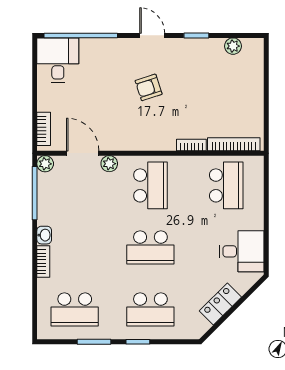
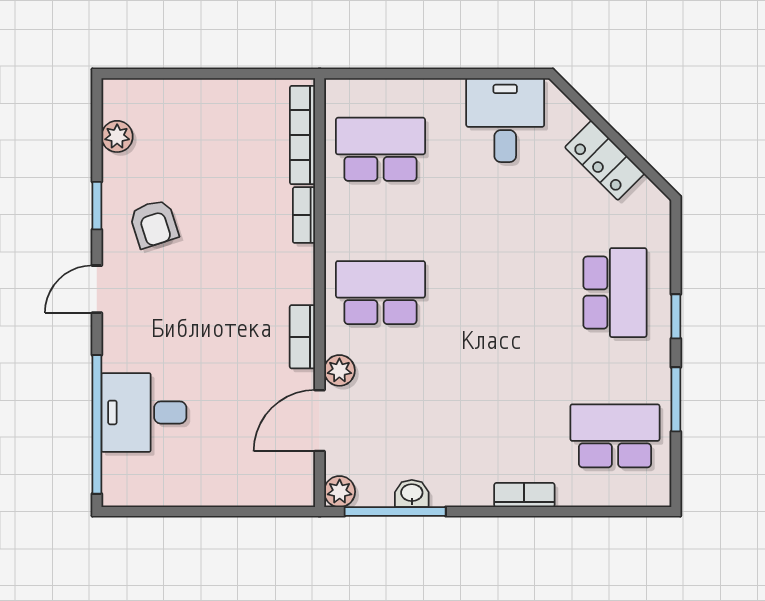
desk: (58, 60) -> (144, 412), moved
armchair: (149, 87) -> (154, 224), moved
bookcase: (44, 129) -> (302, 337), moved, turned -90
washbasin: (44, 235) -> (412, 493), moved
school desk: (150, 247) -> (498, 293), removed
school desk: (75, 309) -> (615, 436), turned -90

